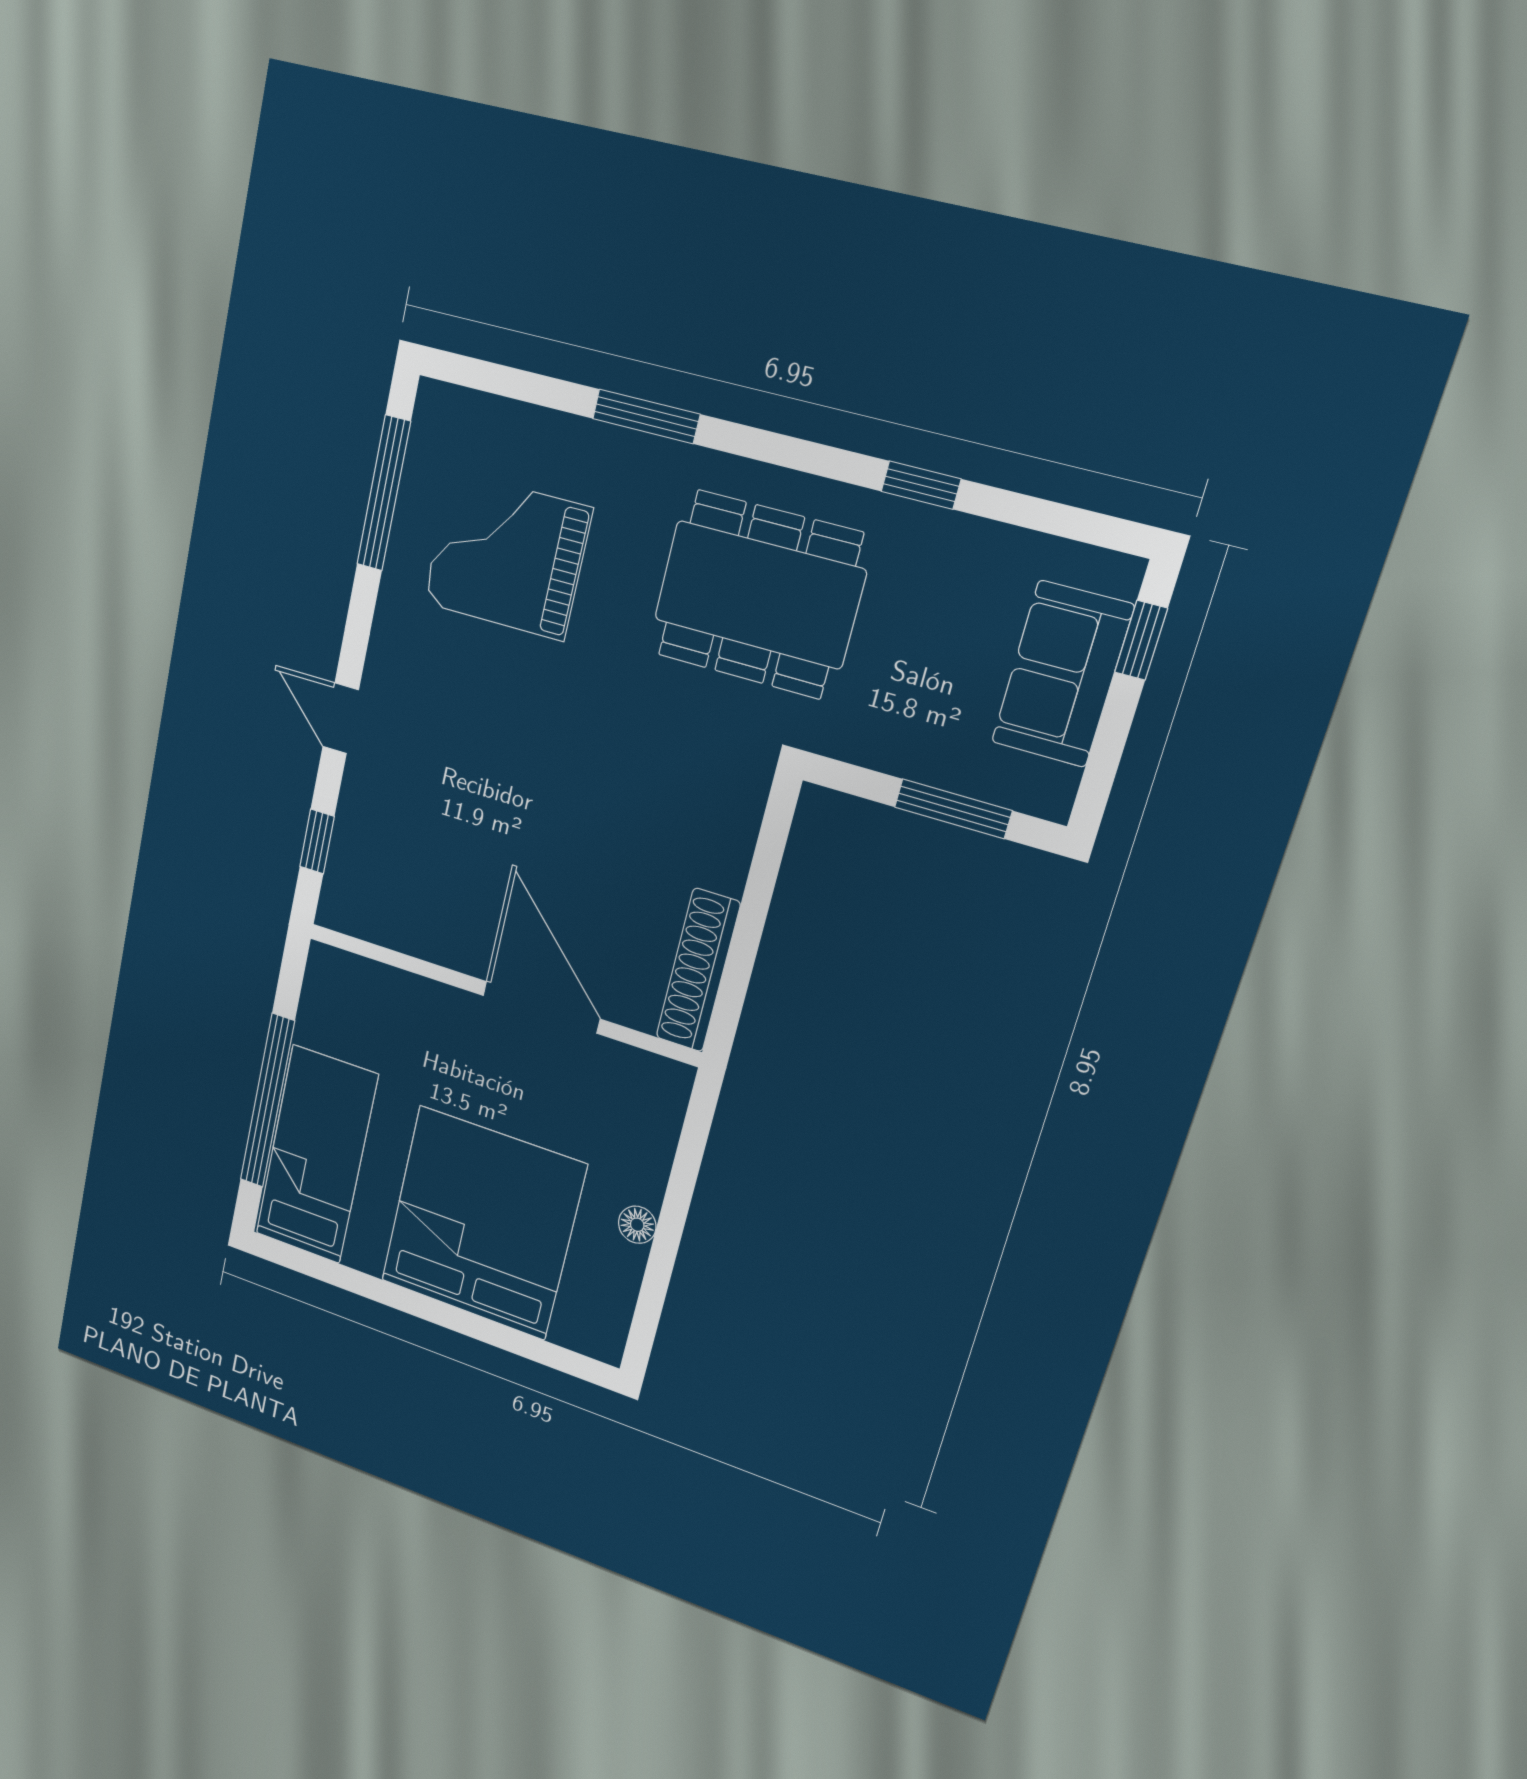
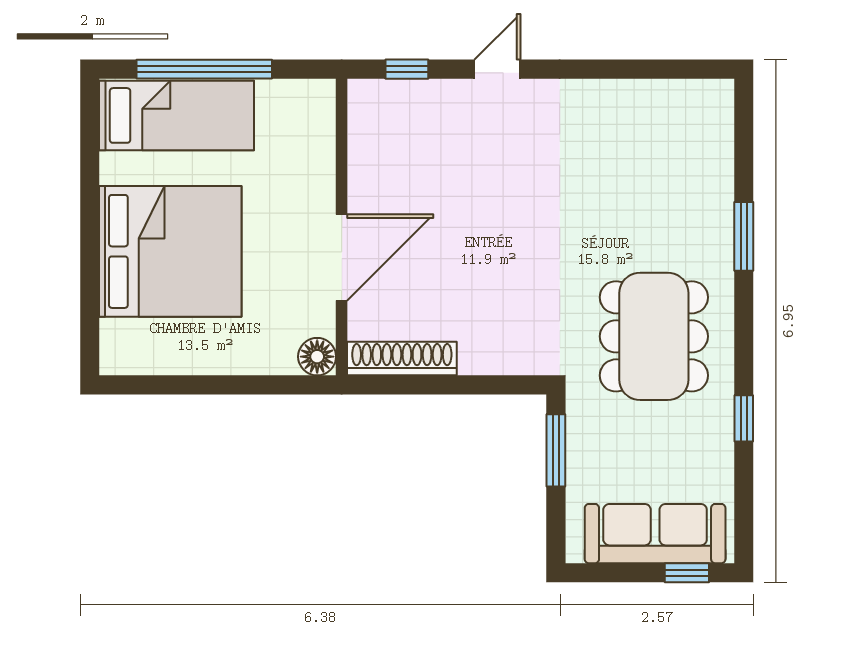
window: (384, 493) -> (654, 69), removed
grand piano: (507, 556) -> (636, 164), removed
sofa: (1062, 674) -> (655, 534), width x1.36
window: (953, 809) -> (556, 450), moved
floor lamp: (637, 1225) -> (317, 357), moved, width x1.37, depth x1.37

